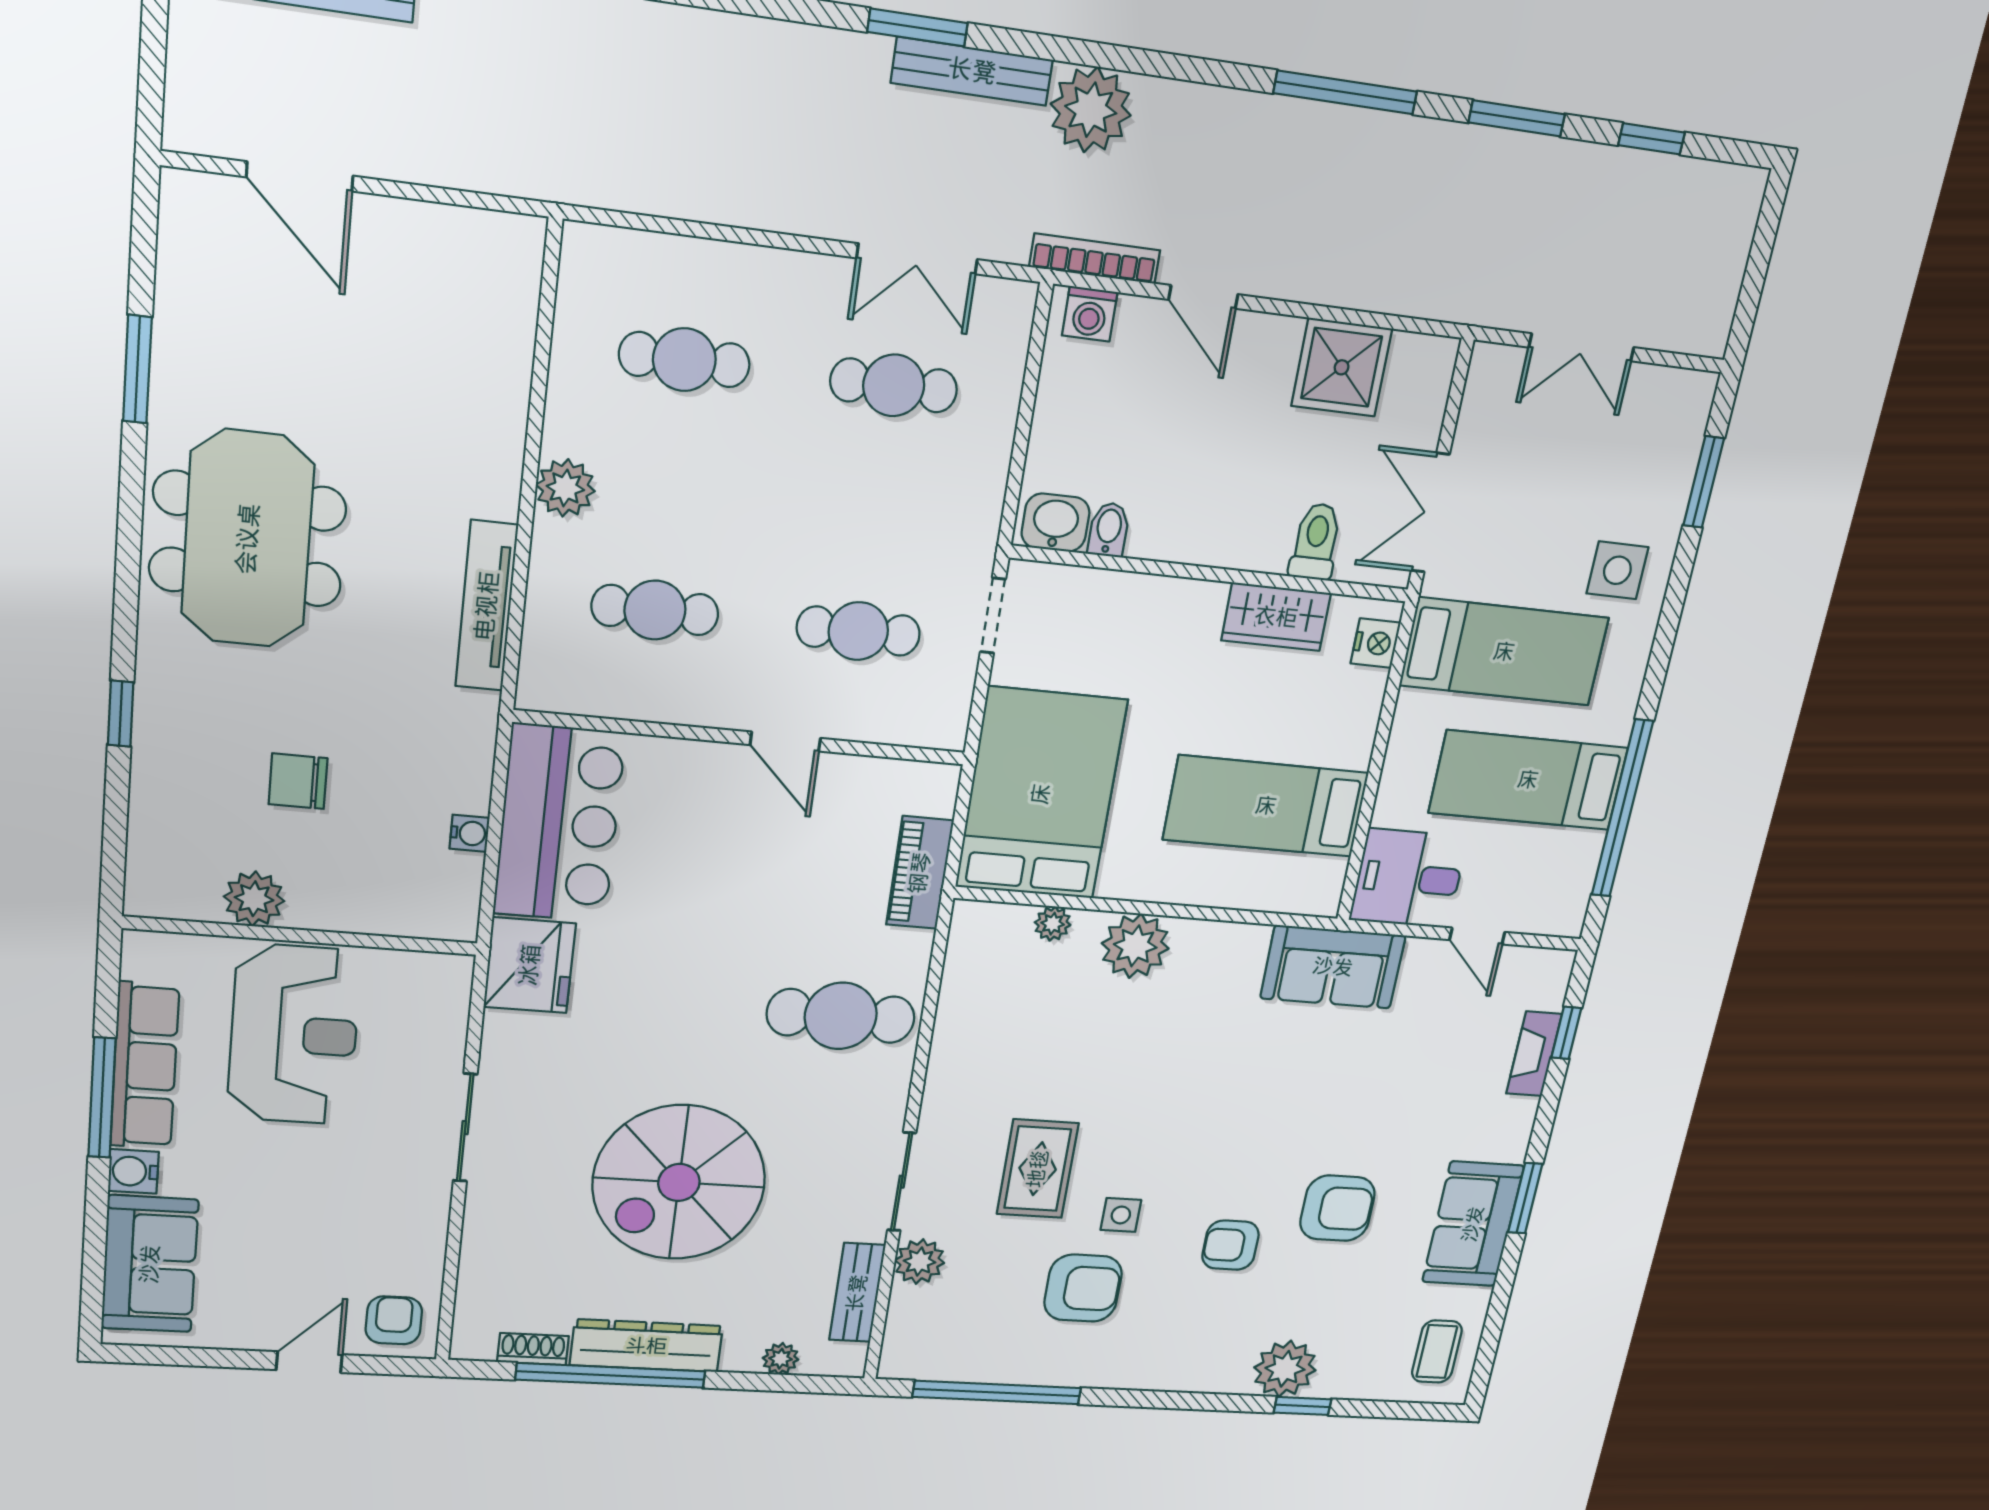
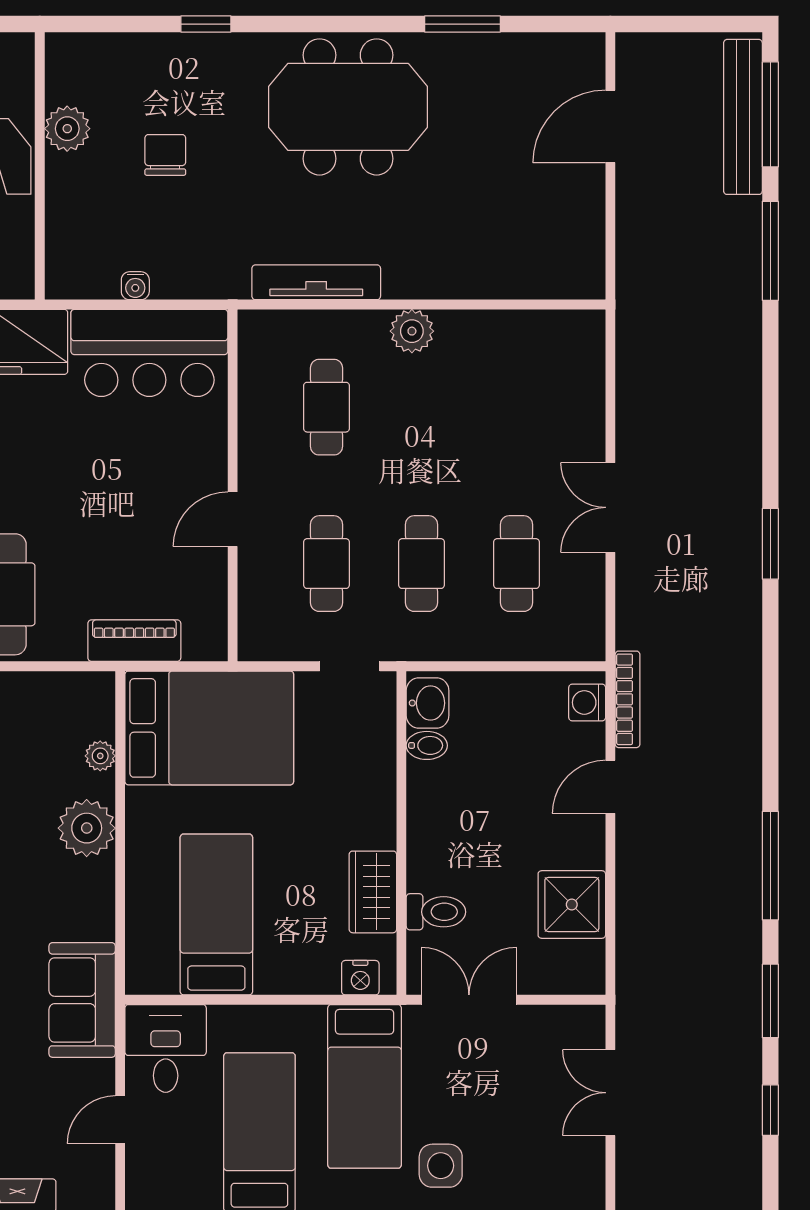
bench: (972, 71) -> (746, 587), removed
plant: (1091, 110) -> (732, 678), removed
double door: (917, 259) -> (610, 507), moved
cafe table: (684, 360) -> (422, 564), moved

